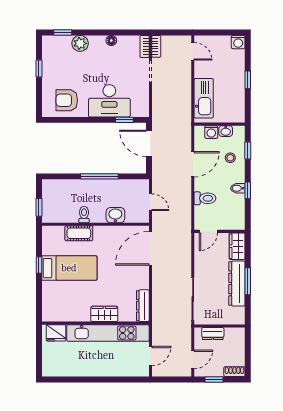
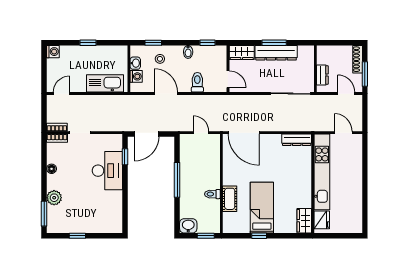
window: (63, 32) -> (44, 214), width x1.50
armchair: (67, 100) -> (107, 210), removed
window: (248, 190) -> (207, 43), moved
door: (150, 202) -> (201, 133), hinge flipped
washbasin: (115, 215) -> (188, 226), moved, turned 90
wardrobe: (104, 314) -> (304, 221), moved
shoe rack: (234, 372) -> (358, 59), width x1.43
window: (214, 380) -> (365, 74), width x1.50

